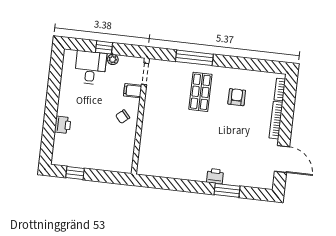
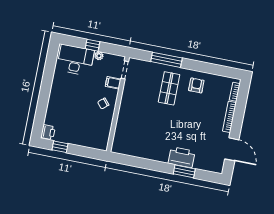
desk: (90, 68) -> (76, 60), width x1.37
armchair: (237, 97) -> (196, 85), moved
printer: (63, 125) -> (48, 132), moved
printer: (215, 176) -> (182, 157), width x1.87, depth x1.48

